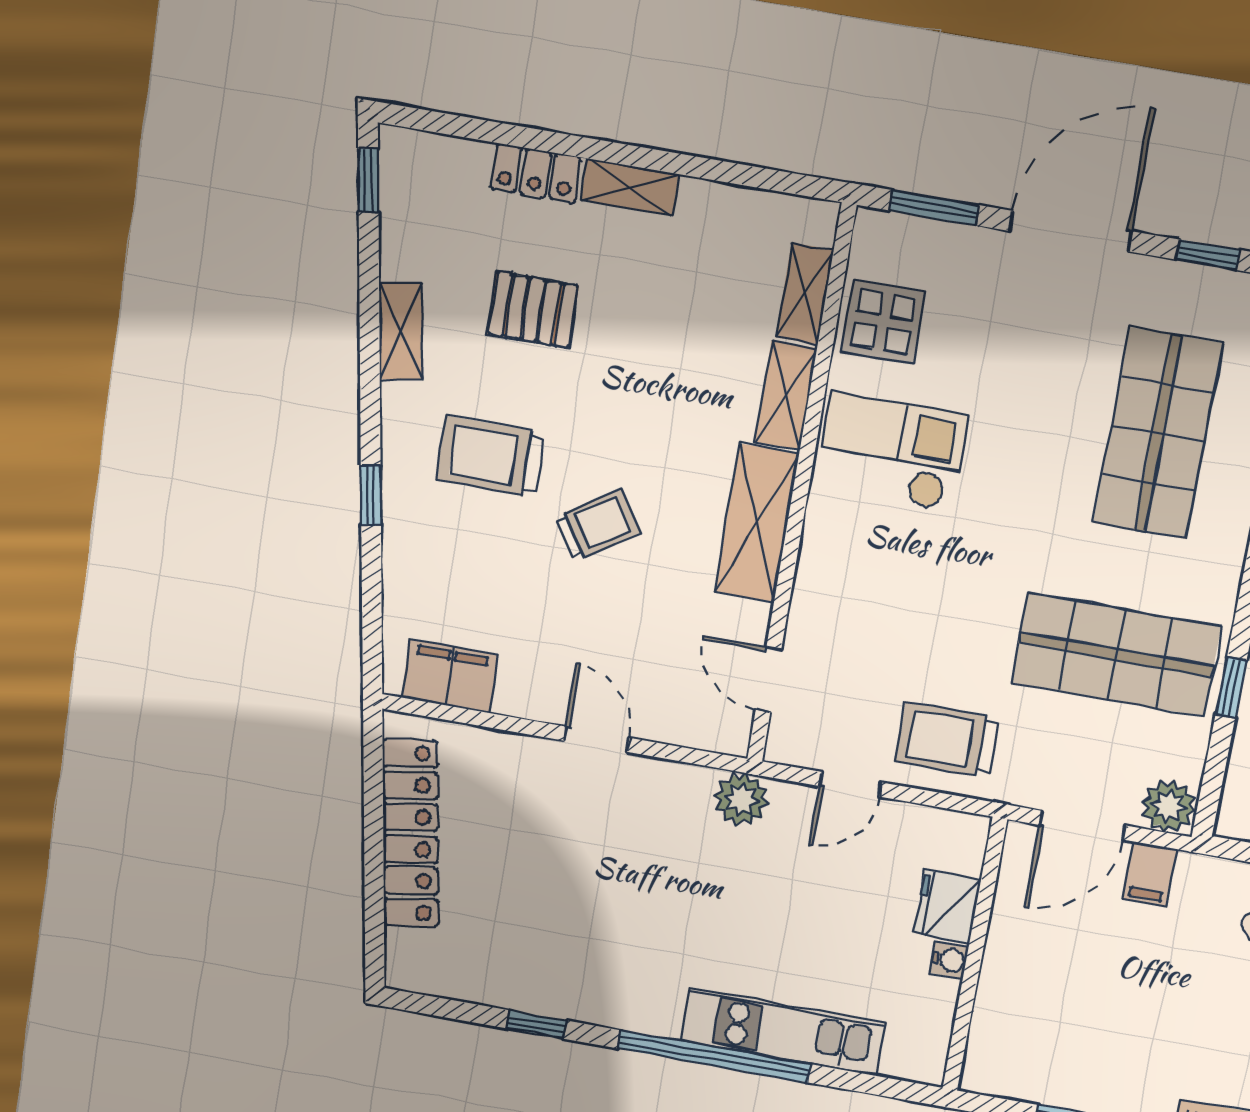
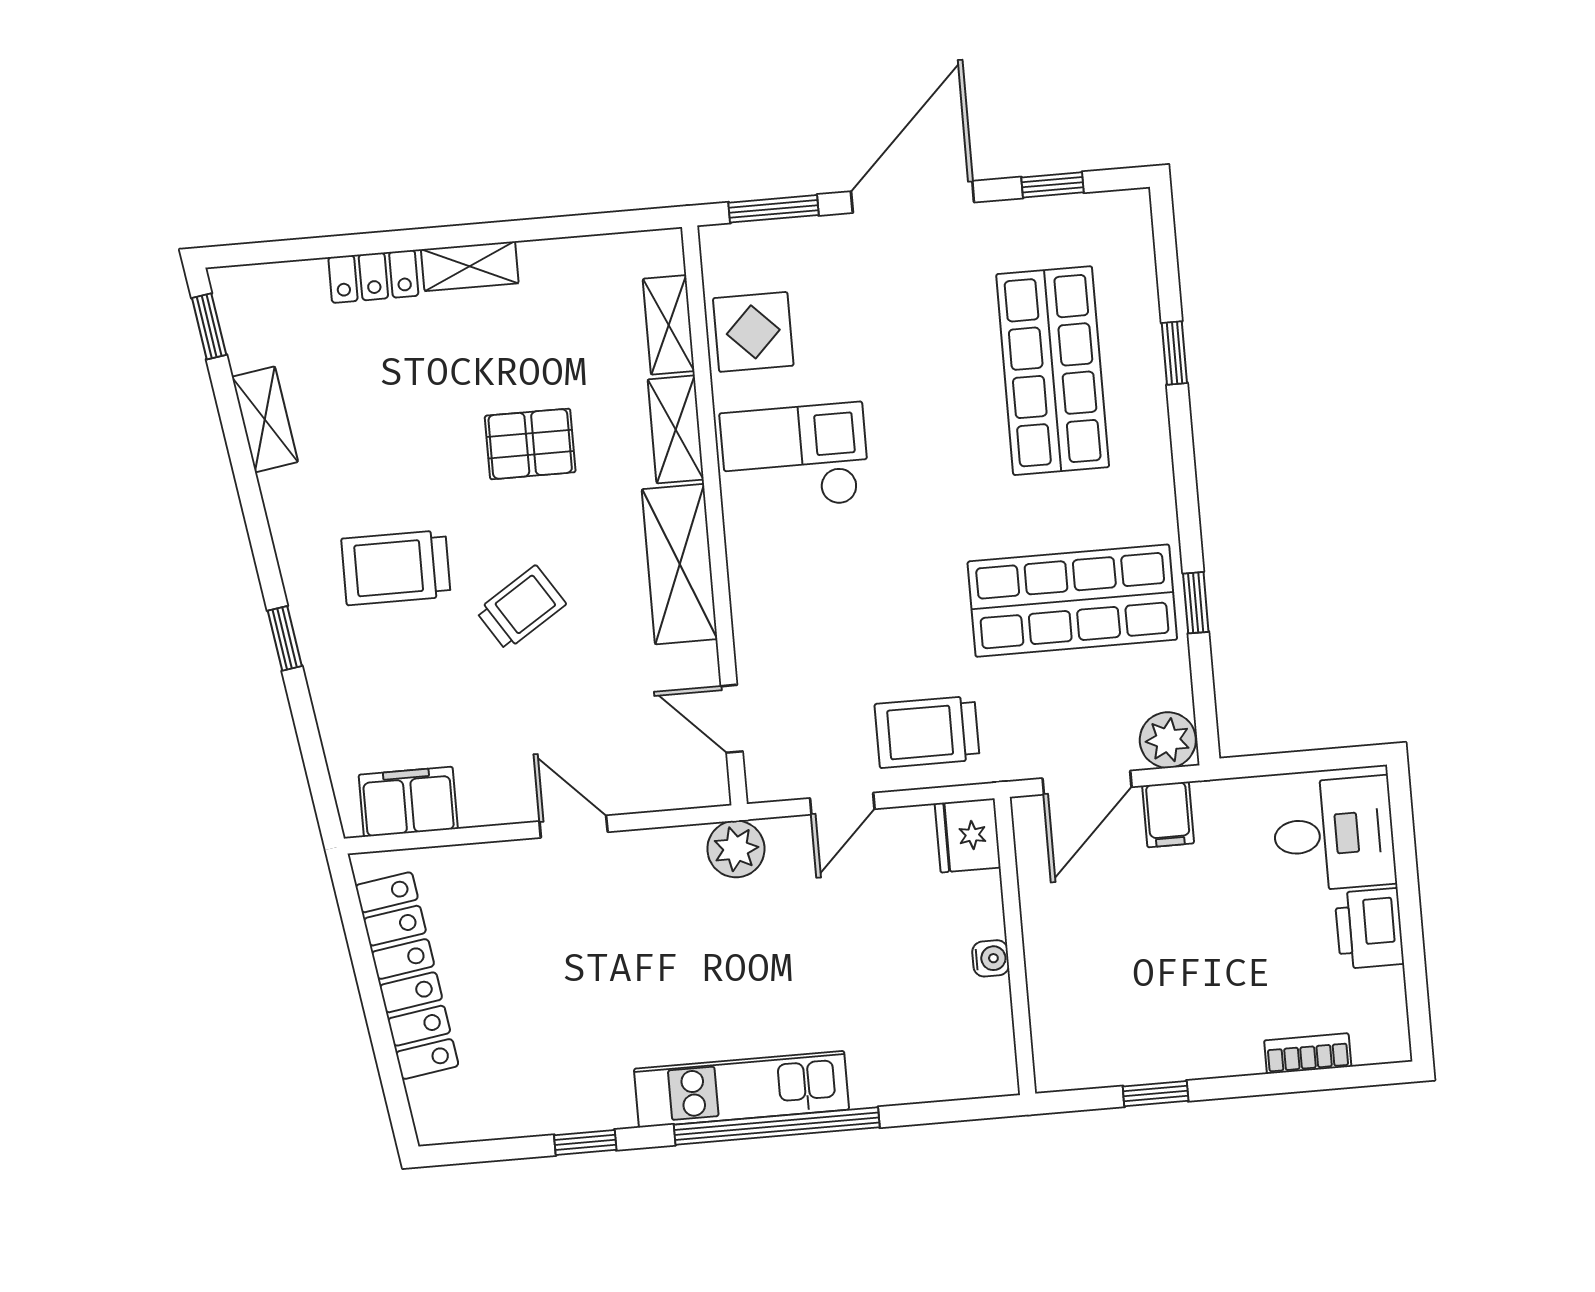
pallet: (533, 310) -> (530, 444), moved
shelving: (401, 331) -> (265, 419), moved
fridge: (947, 906) -> (968, 835), moved
kitchen unit: (782, 1032) -> (741, 1089), moved

